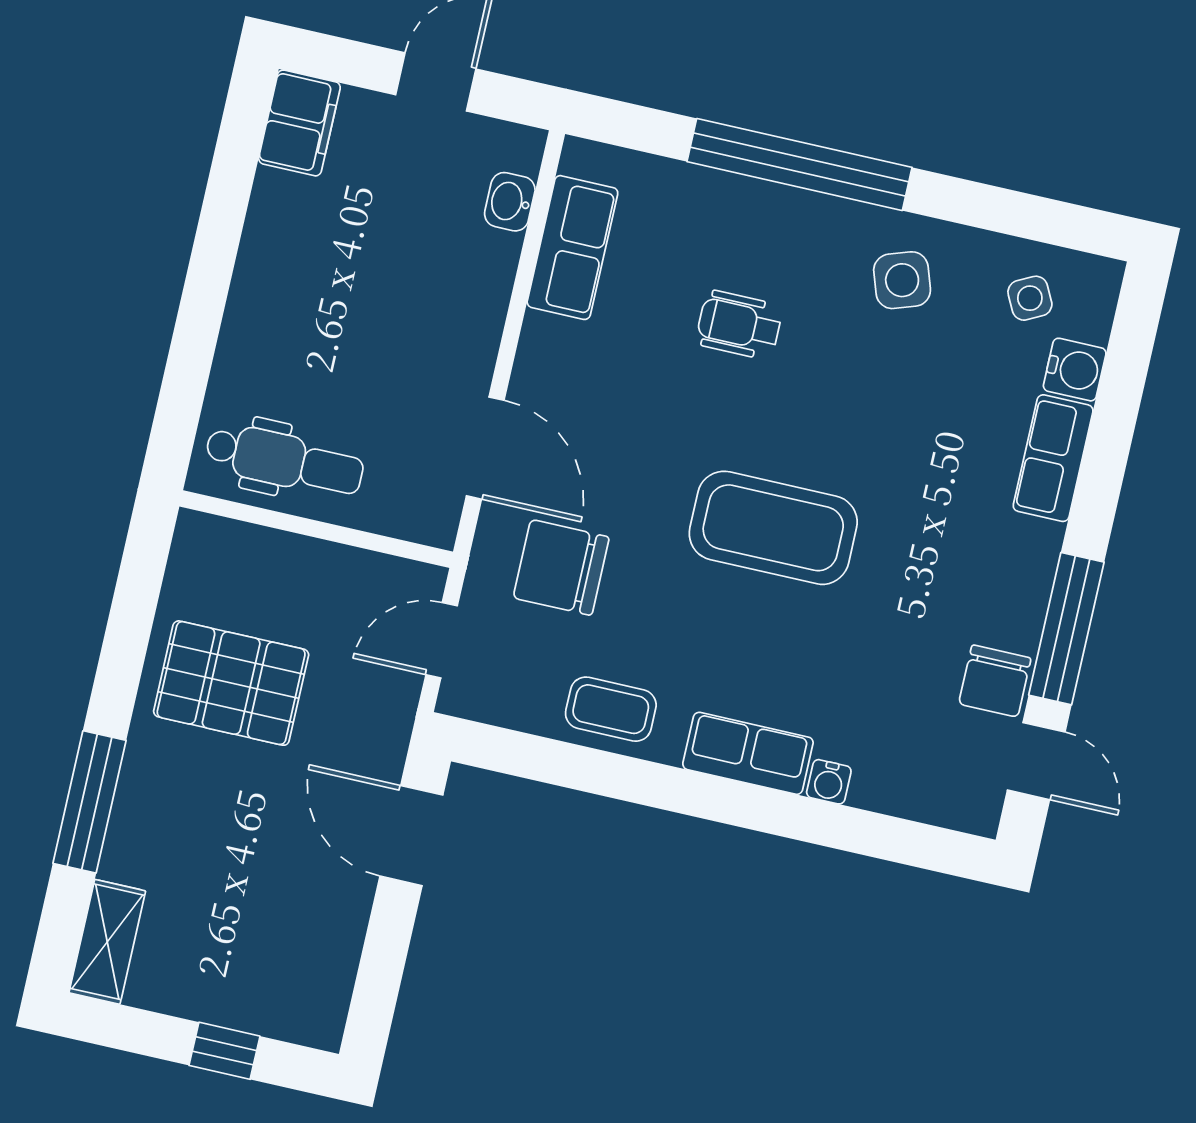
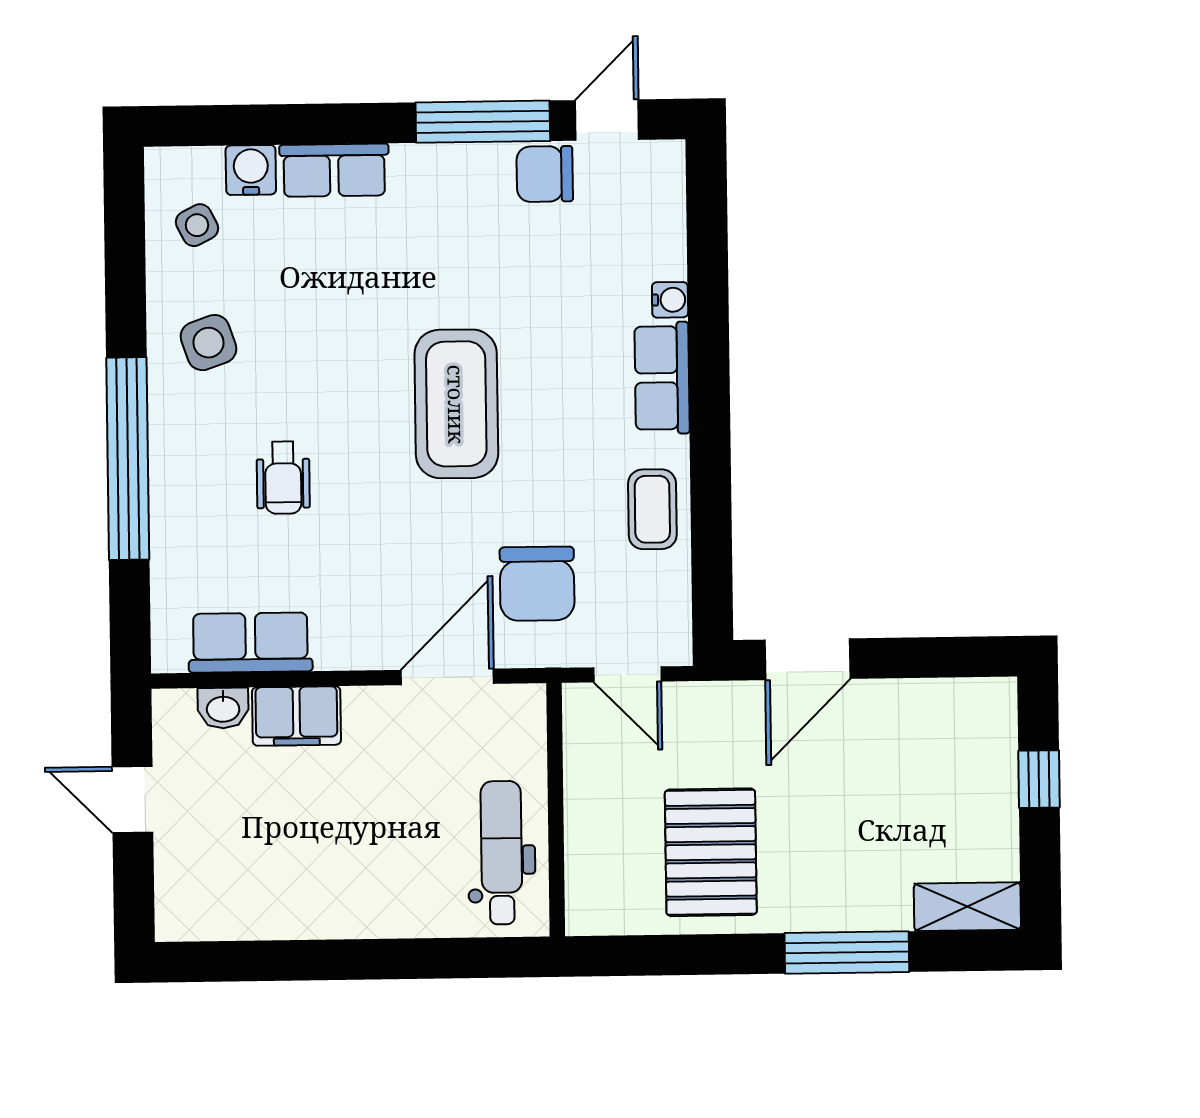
filing cabinet: (299, 123) -> (296, 716), moved, turned 180
chair: (995, 681) -> (545, 174), turned 180

